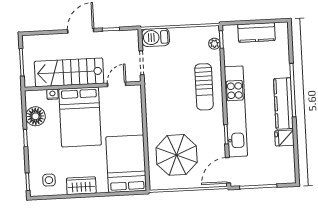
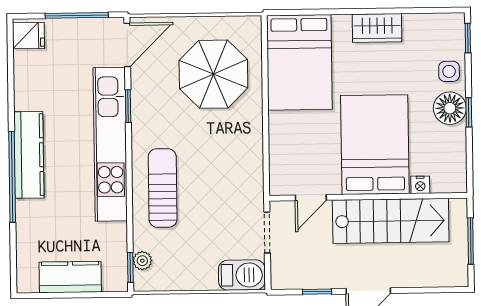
floor lamp: (35, 116) -> (450, 108), moved
fridge: (284, 138) -> (29, 36), moved
side table: (49, 180) -> (449, 71), moved

